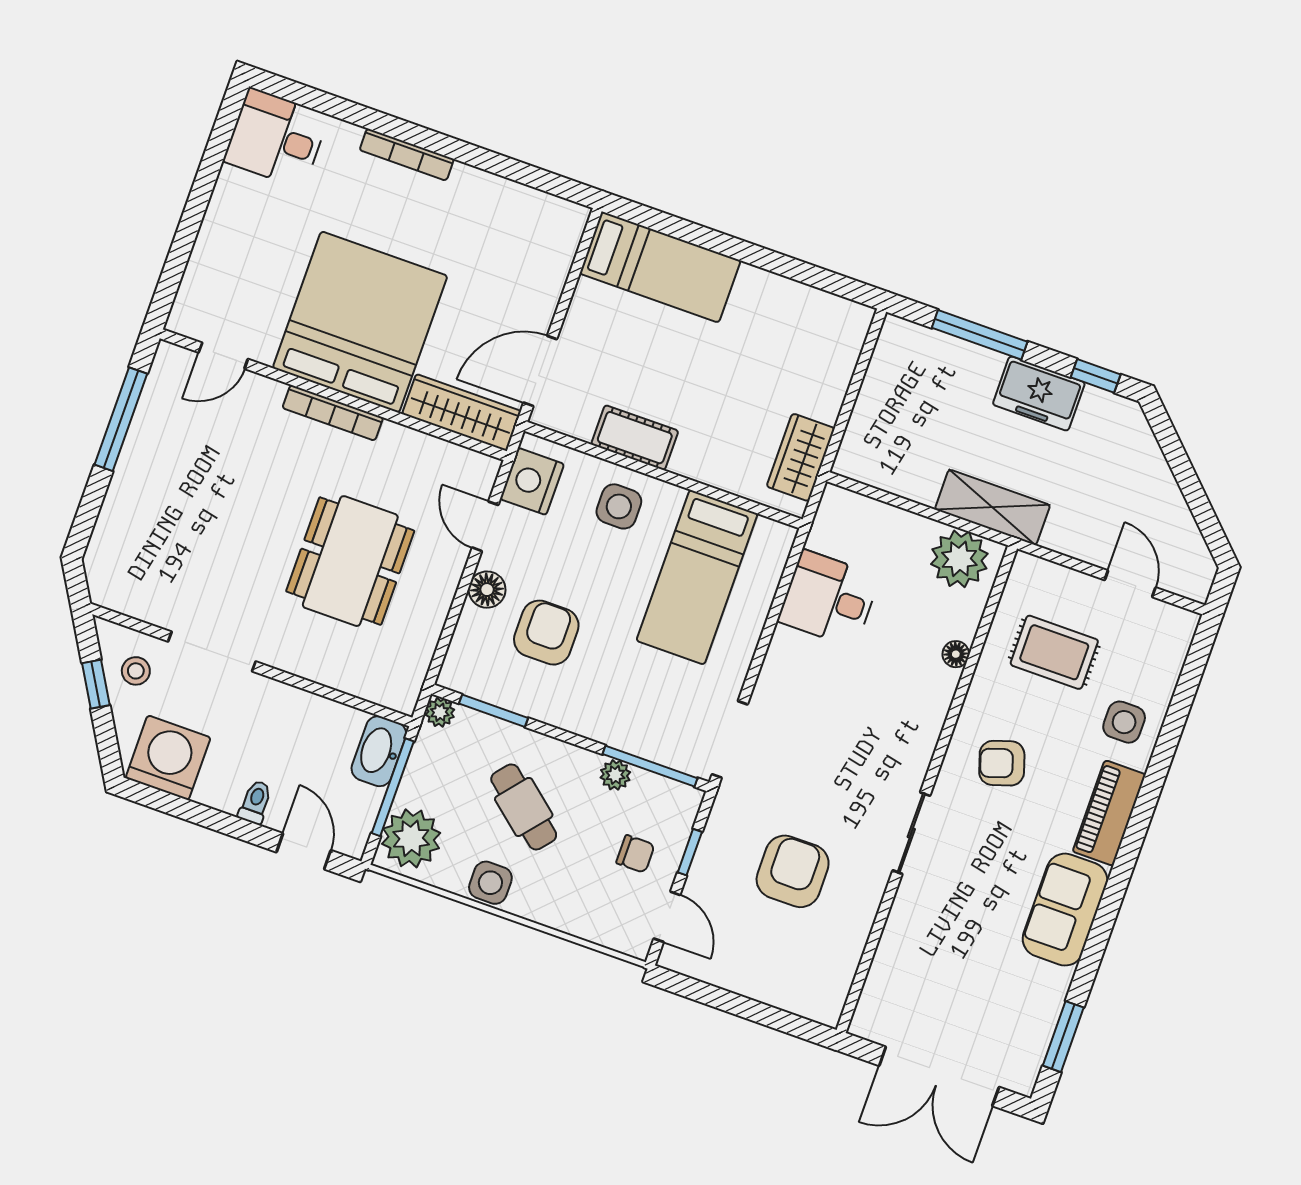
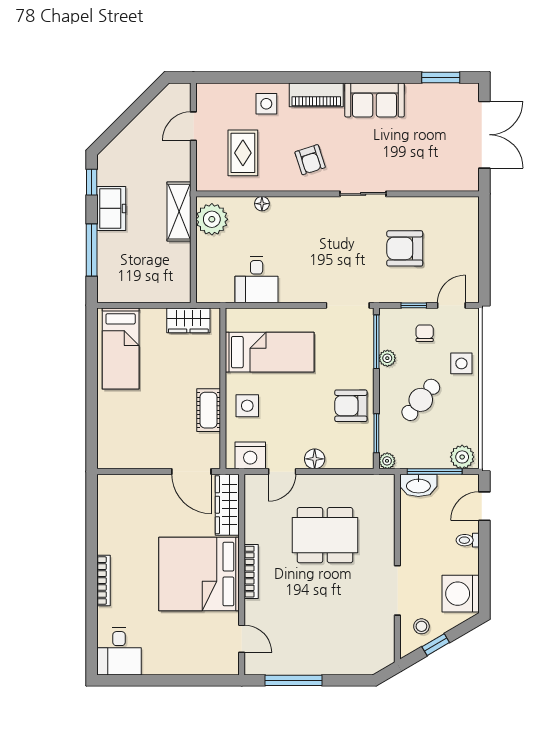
bed: (660, 267) -> (121, 349), moved, turned 180
armchair: (546, 633) -> (351, 406), moved
plant: (411, 838) -> (462, 457), width x0.73, depth x0.73
side table: (490, 883) -> (461, 363), moved

